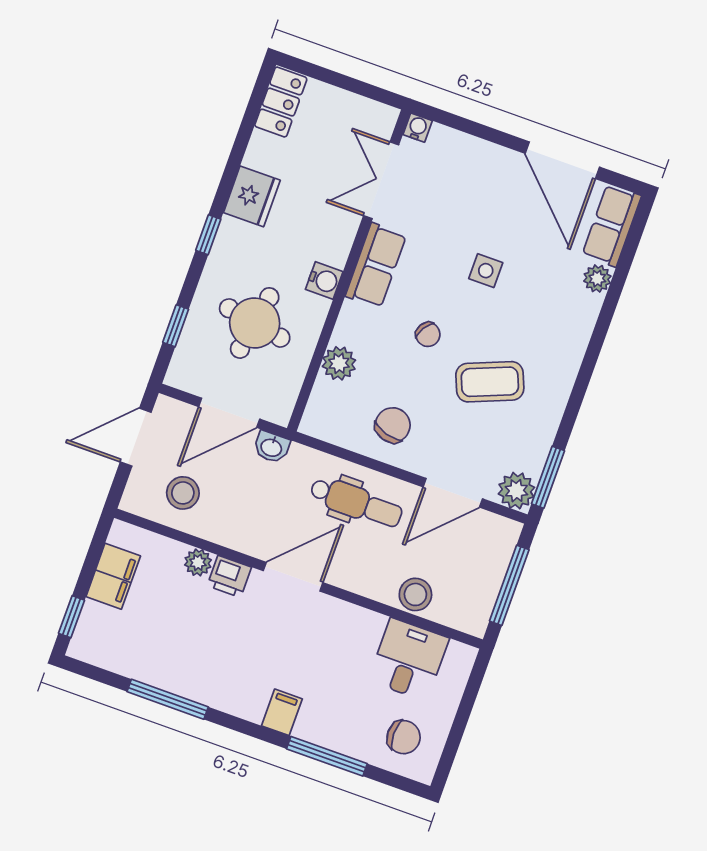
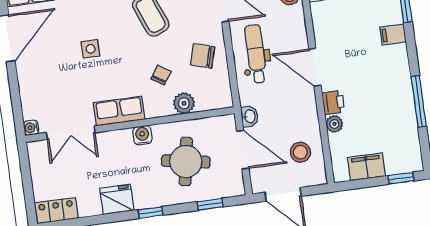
chair: (428, 334) -> (161, 75), moved

